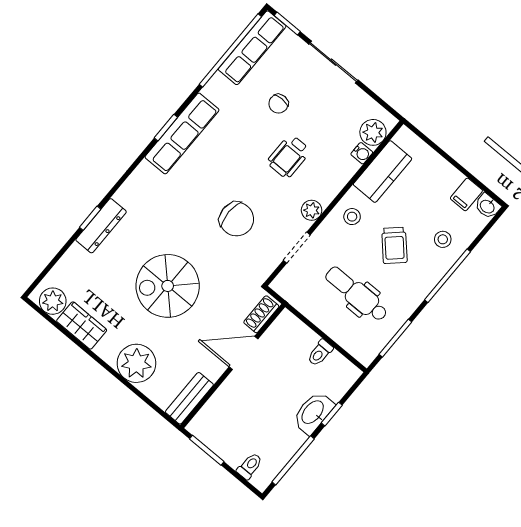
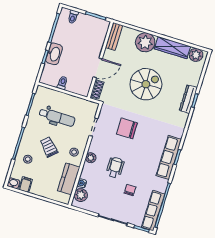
plant: (312, 210) -> (91, 158), moved
wardrobe: (82, 325) -> (172, 48), width x1.50

